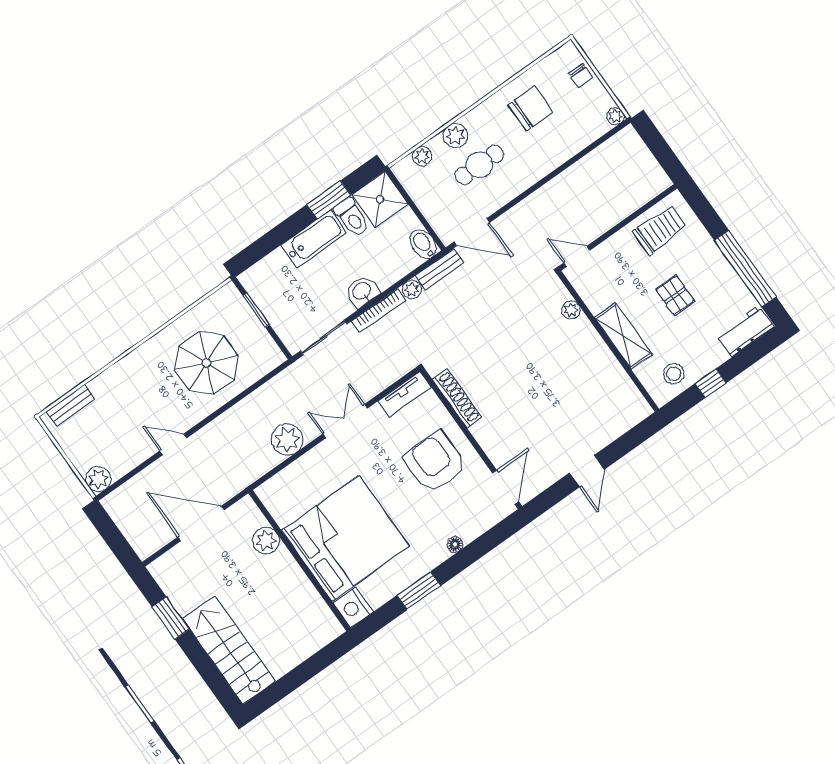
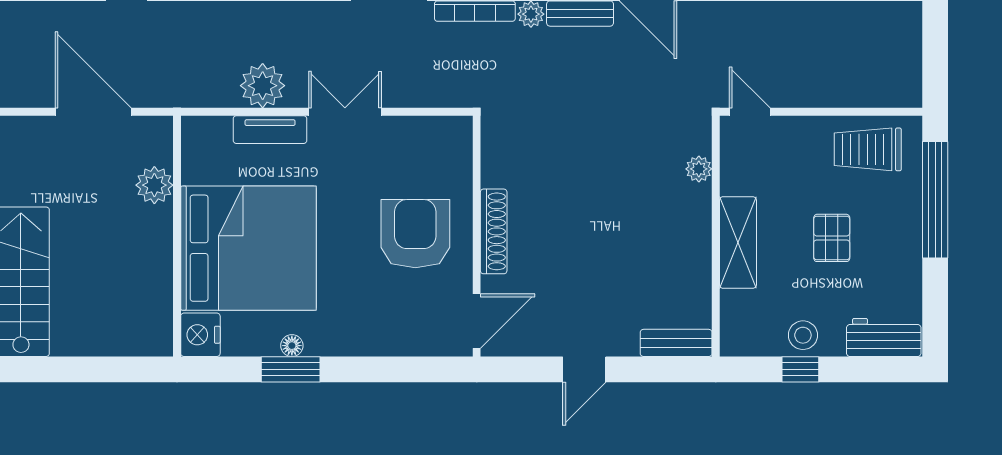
trolley: (660, 230) -> (868, 149), turned 180
window: (745, 269) -> (935, 200), moved
stool: (674, 374) -> (803, 335), moved
tv unit: (405, 394) -> (270, 130), moved
shoe rack: (457, 398) -> (494, 231), moved
bench: (629, 419) -> (676, 343), added
floor lamp: (455, 544) -> (292, 346), moved

